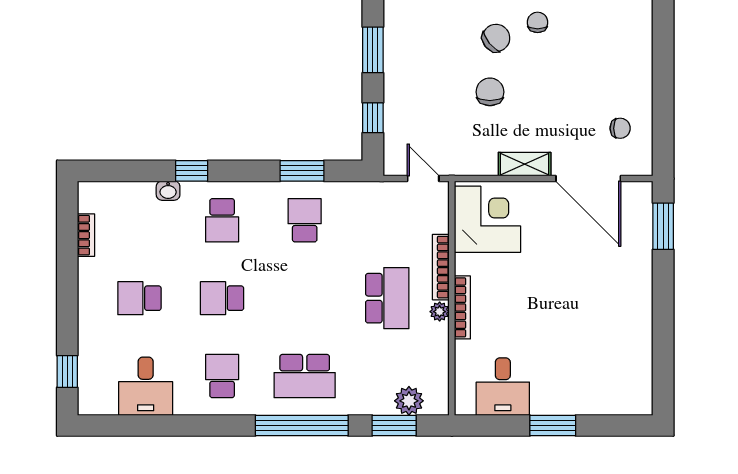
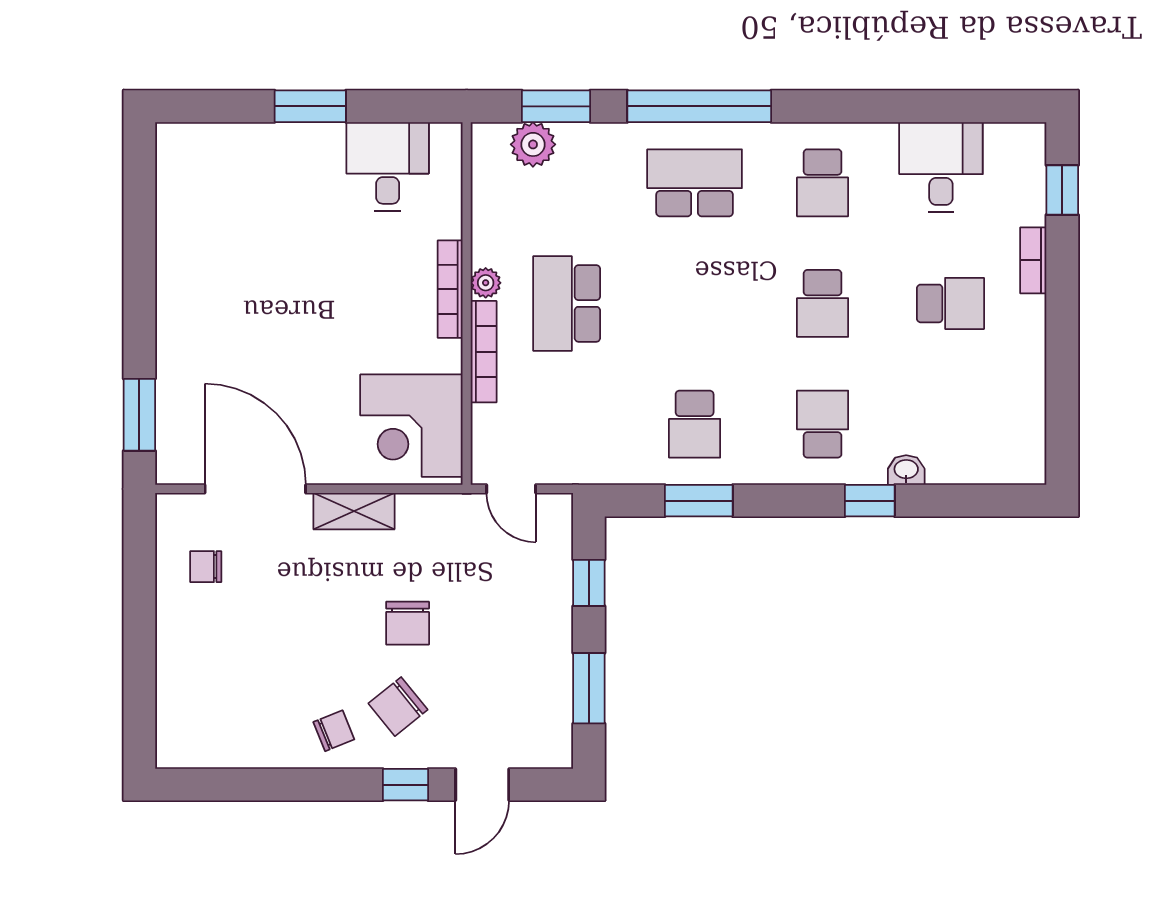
chair: (538, 22) -> (334, 731), turned -112
bookcase: (86, 235) -> (1033, 260), moved
school desk: (222, 298) -> (823, 303), turned 90

